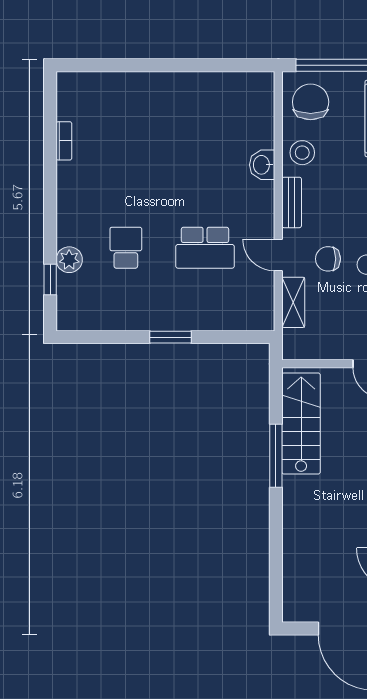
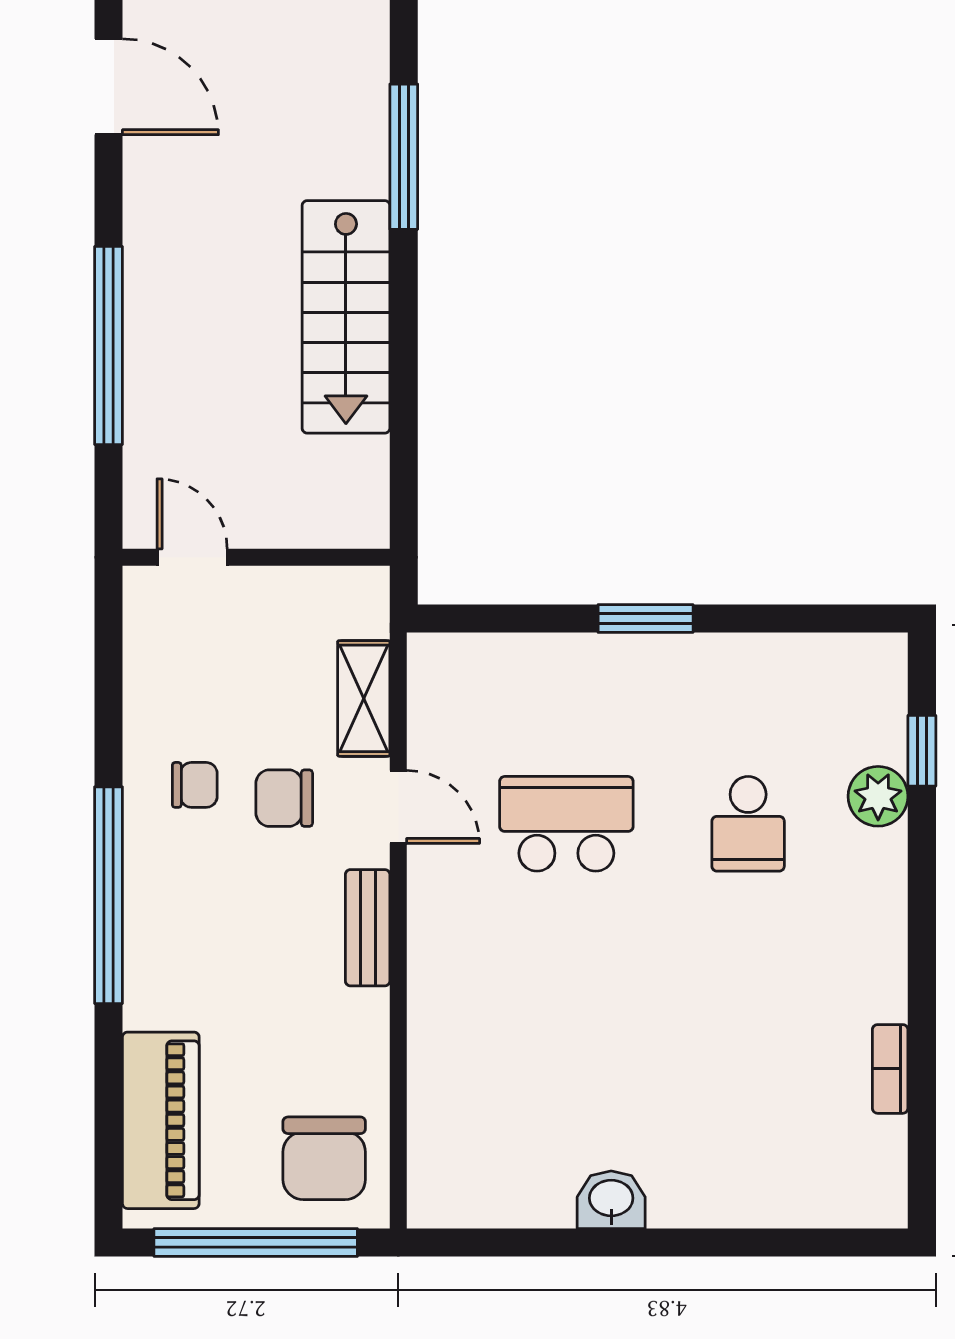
stool: (302, 153) -> (343, 1042), removed
washbasin: (262, 165) -> (611, 1200), moved, turned -90
chair: (328, 259) -> (284, 798), turned 180
stairs: (301, 423) -> (346, 317), moved
window: (276, 456) -> (404, 157), moved

